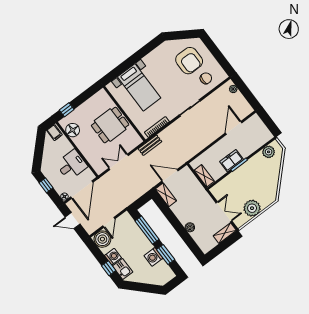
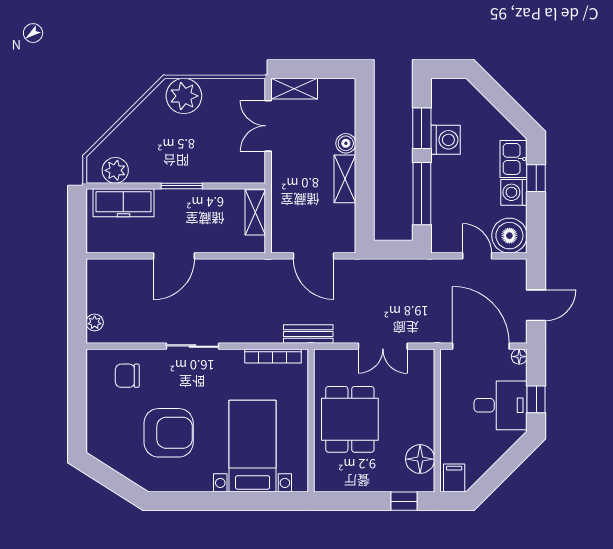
armchair: (189, 61) -> (169, 433), moved, turned 90
dining table: (110, 125) -> (350, 419), turned 90
door: (234, 128) -> (174, 256), moved
freezer: (232, 161) -> (123, 203), moved, width x1.40
desk: (72, 165) -> (501, 405), moved, turned 180
door: (82, 190) -> (481, 346), hinge flipped
shelving: (166, 195) -> (345, 179), moved
plant: (252, 208) -> (184, 96), moved
door: (73, 221) -> (536, 305), hinge flipped
door: (109, 222) -> (477, 256), hinge flipped

